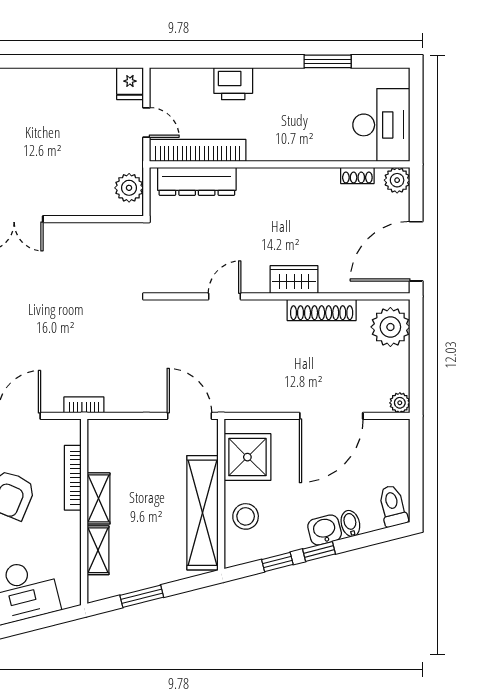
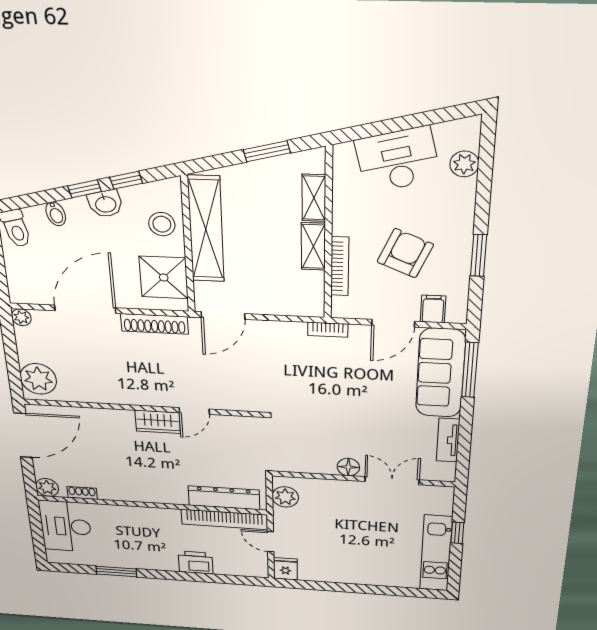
floor lamp: (61, 234) -> (348, 467), added
wardrobe: (294, 280) -> (158, 422), moved
shoe rack: (322, 310) -> (154, 324), moved, turned 180
door: (189, 416) -> (223, 316), hinge flipped
washbasin: (325, 530) -> (105, 204), moved

